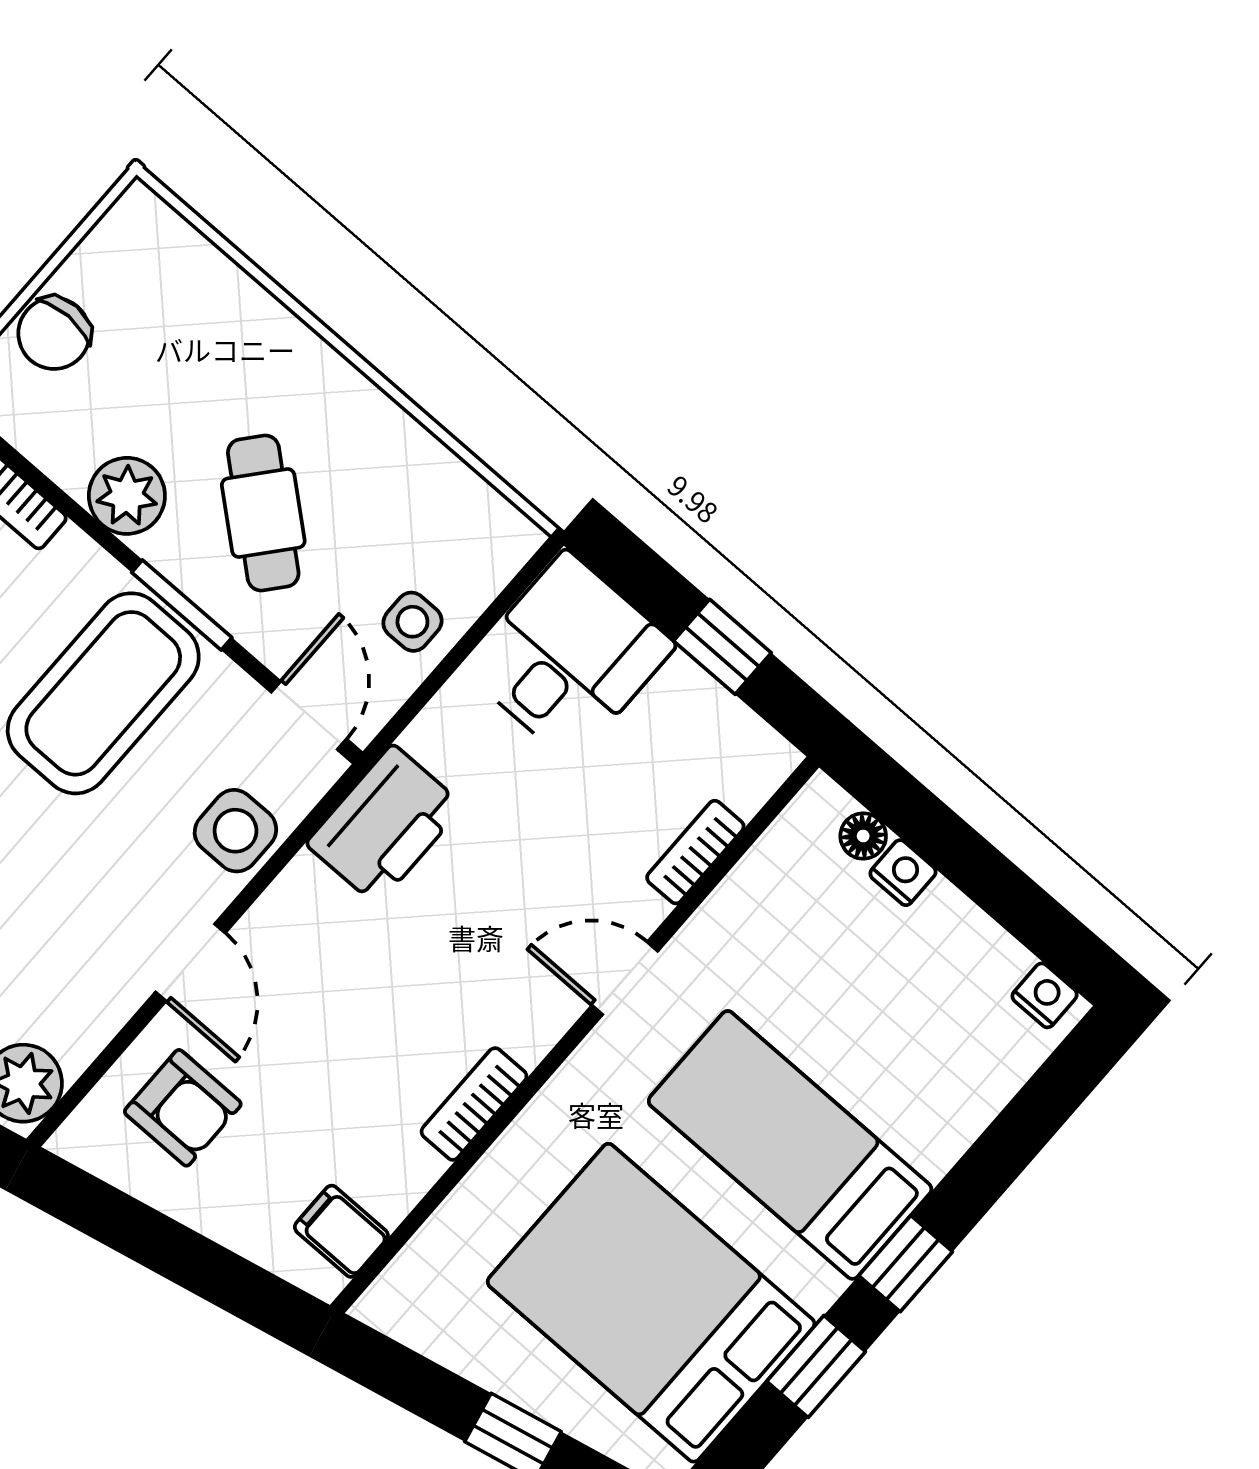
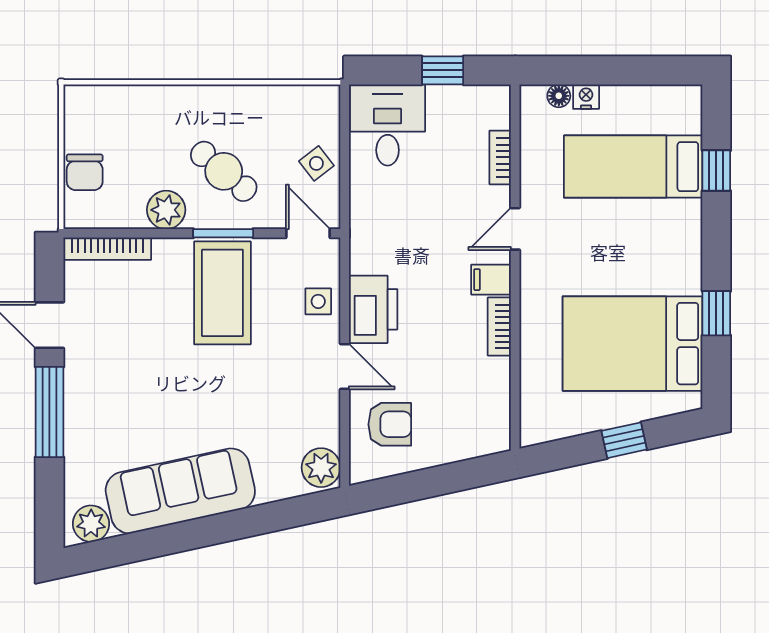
side table: (412, 622) -> (316, 163), turned -38
printer: (385, 825) -> (373, 309), moved
side table: (235, 831) -> (318, 301), width x0.73, depth x0.73
nightstand: (1045, 995) -> (680, 96), removed
bed: (790, 1145) -> (633, 167), moved
filing cabinet: (341, 1231) -> (491, 280), moved
window: (906, 1264) -> (716, 171), moved

